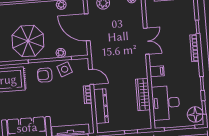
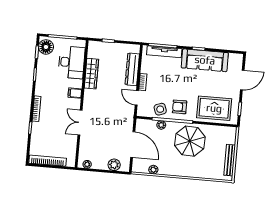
armchair: (45, 75) -> (180, 107), turned 180

